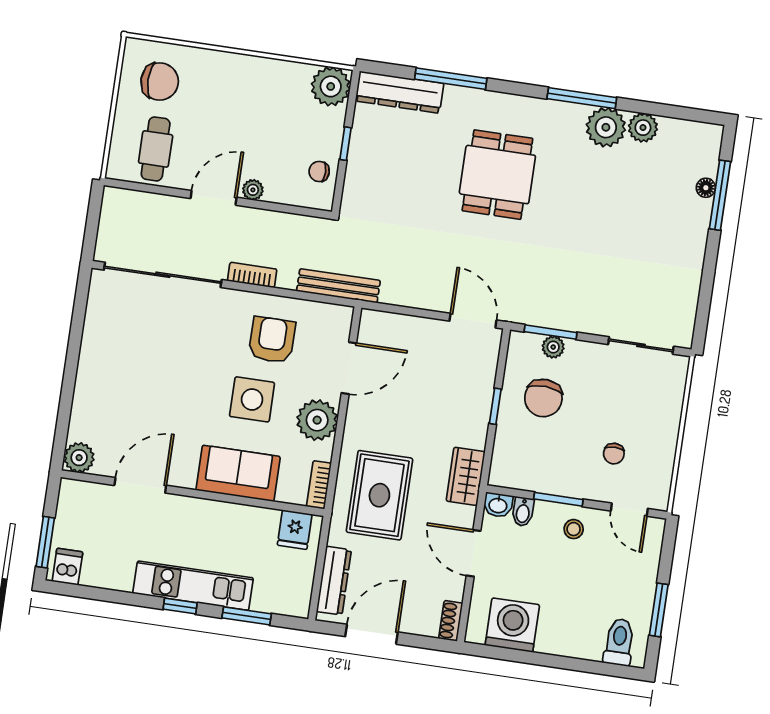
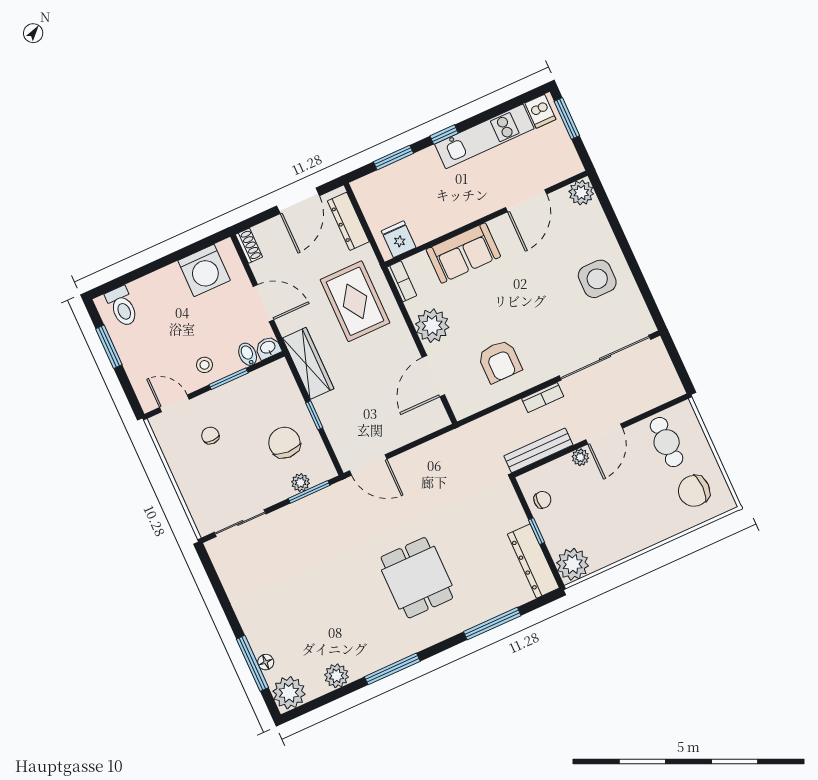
dresser: (400, 92) -> (533, 561), moved, turned -90
plant: (606, 127) -> (289, 693), moved
bench: (338, 286) -> (538, 450), moved
side table: (252, 399) -> (597, 279), moved
wardrobe: (466, 476) -> (308, 363), width x1.50
kitchen unit: (193, 586) -> (484, 136), moved

